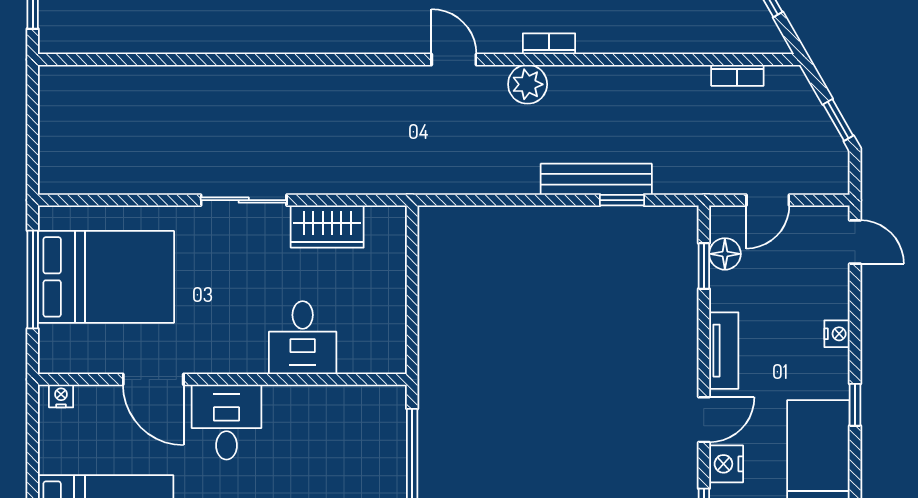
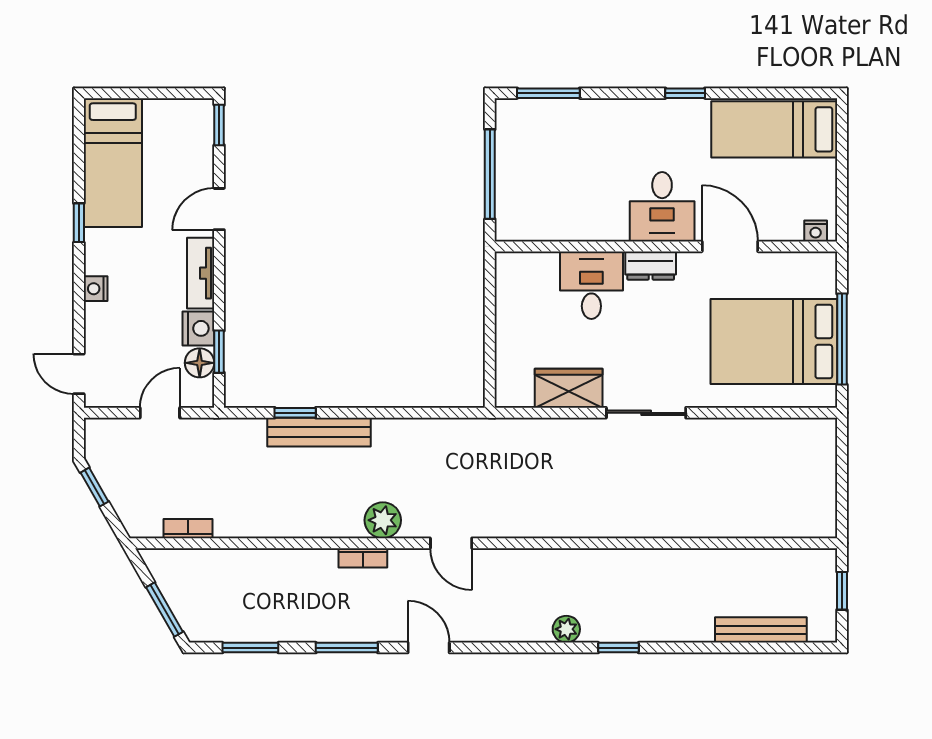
dresser: (239, 359) -> (651, 266), added
nightstand: (726, 464) -> (198, 328), moved

